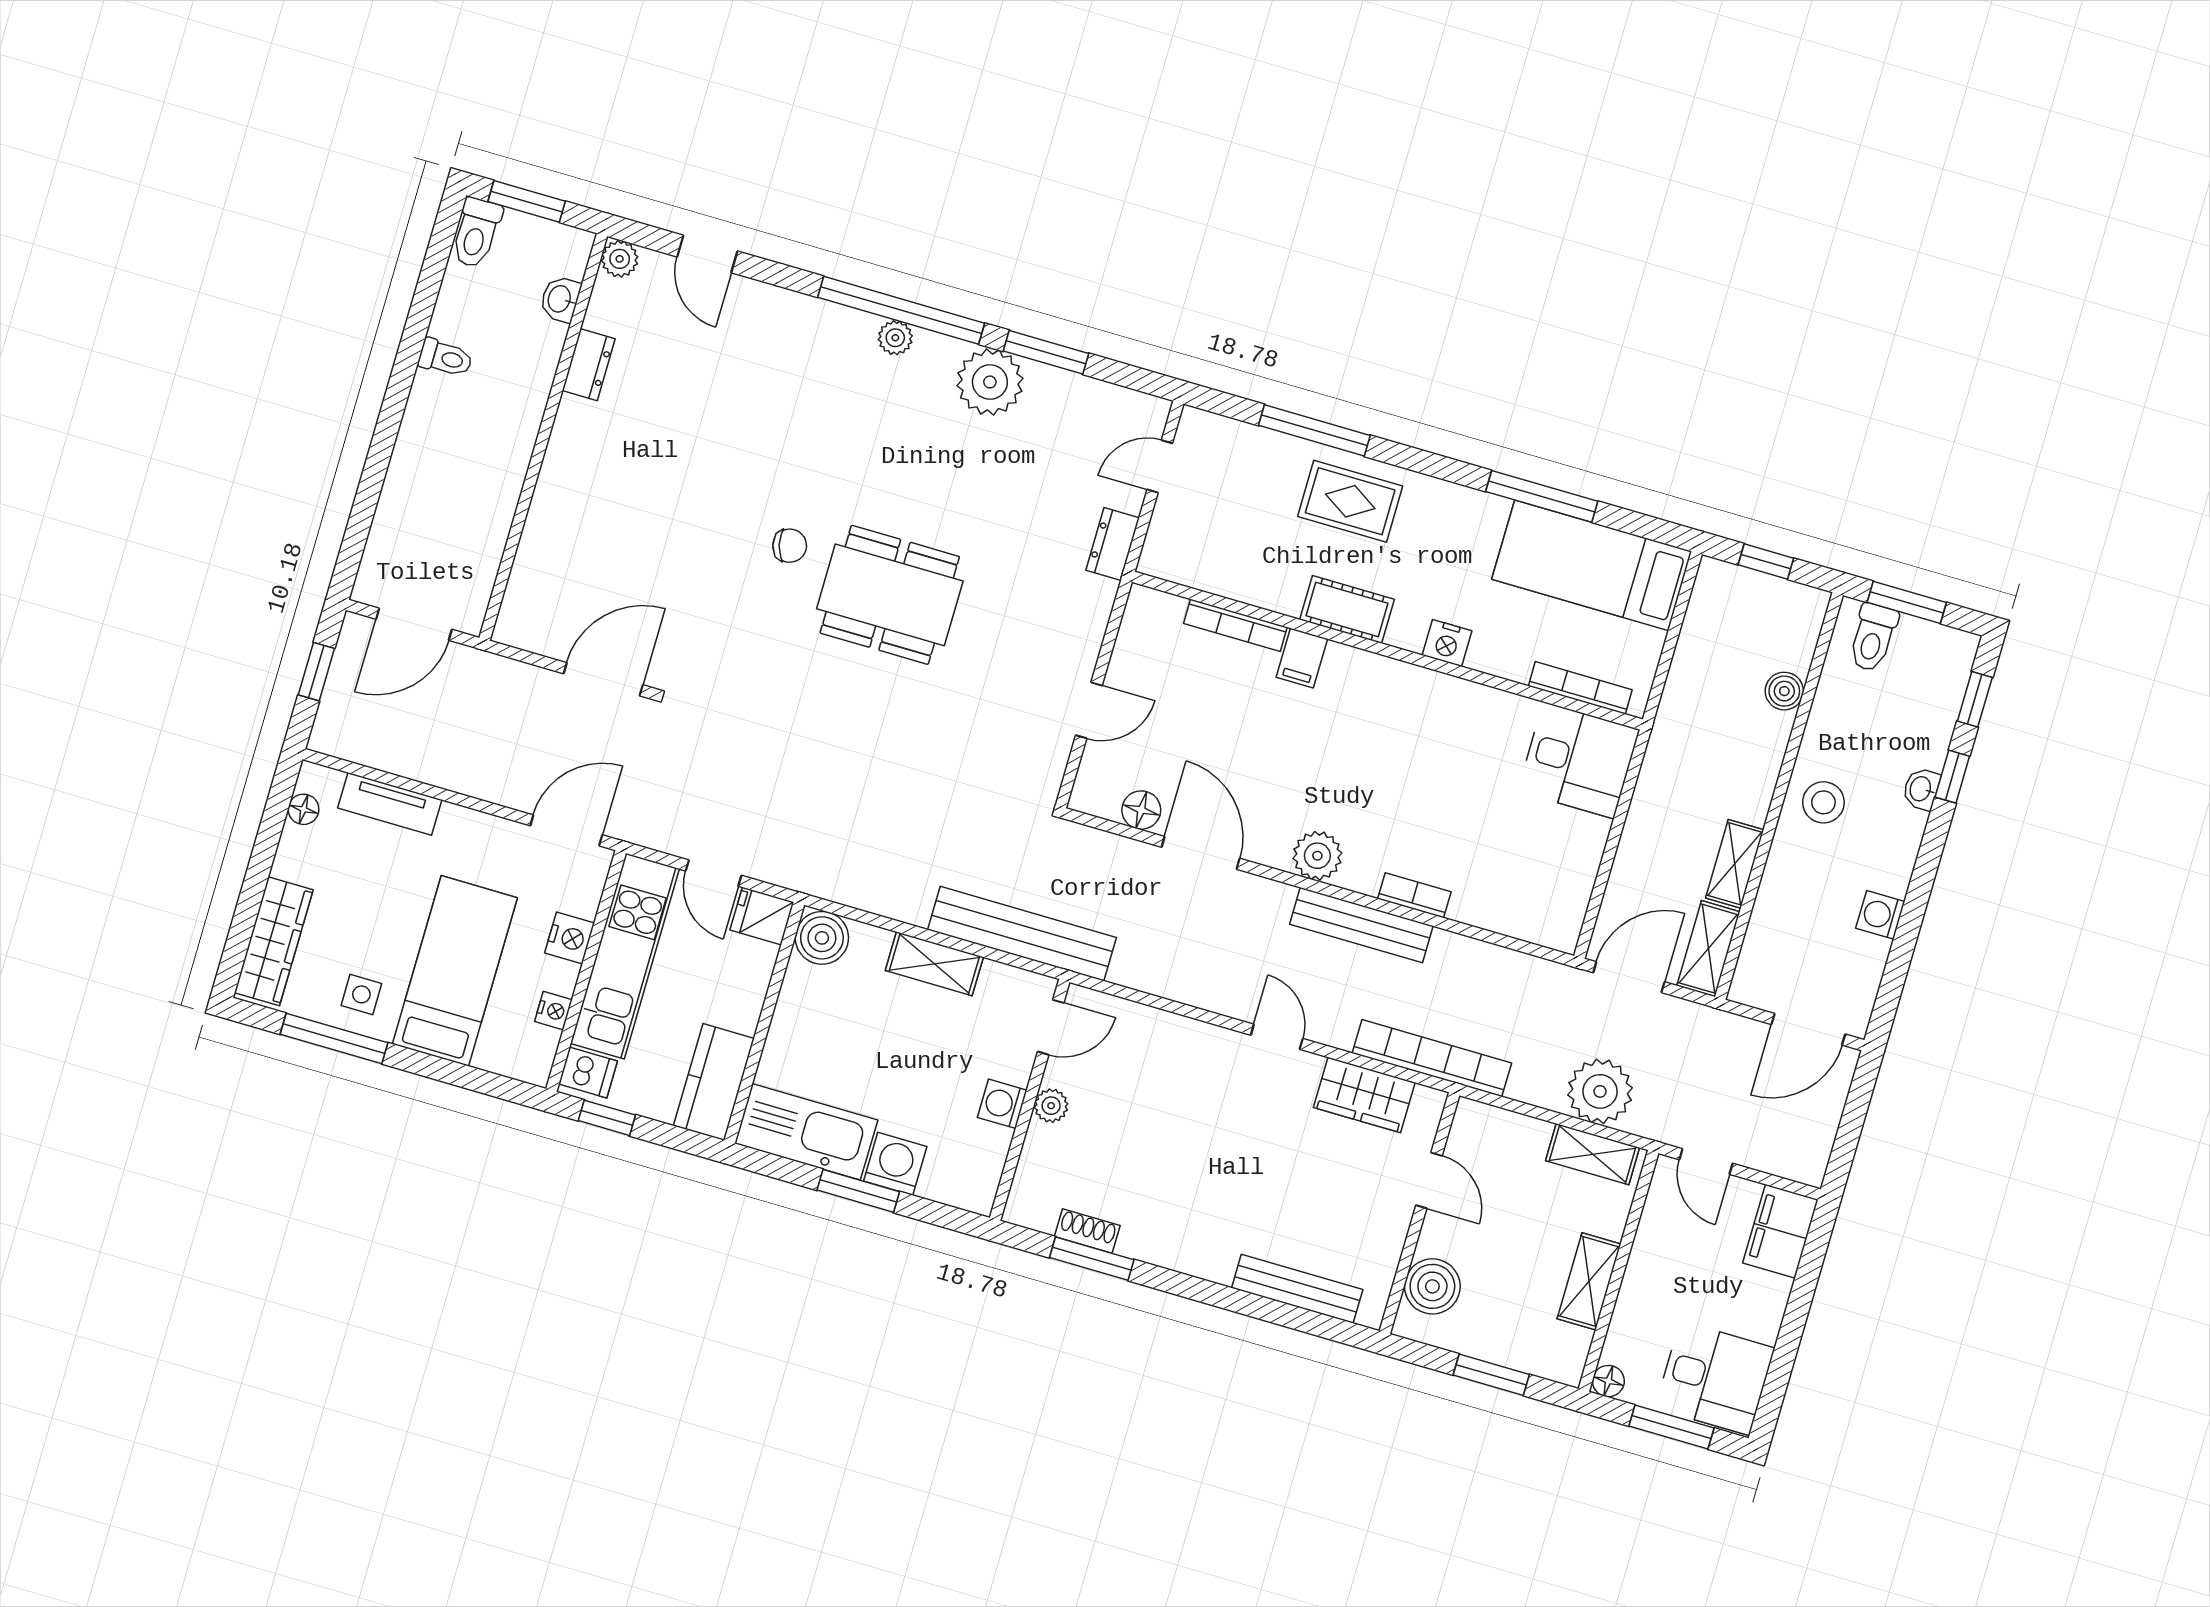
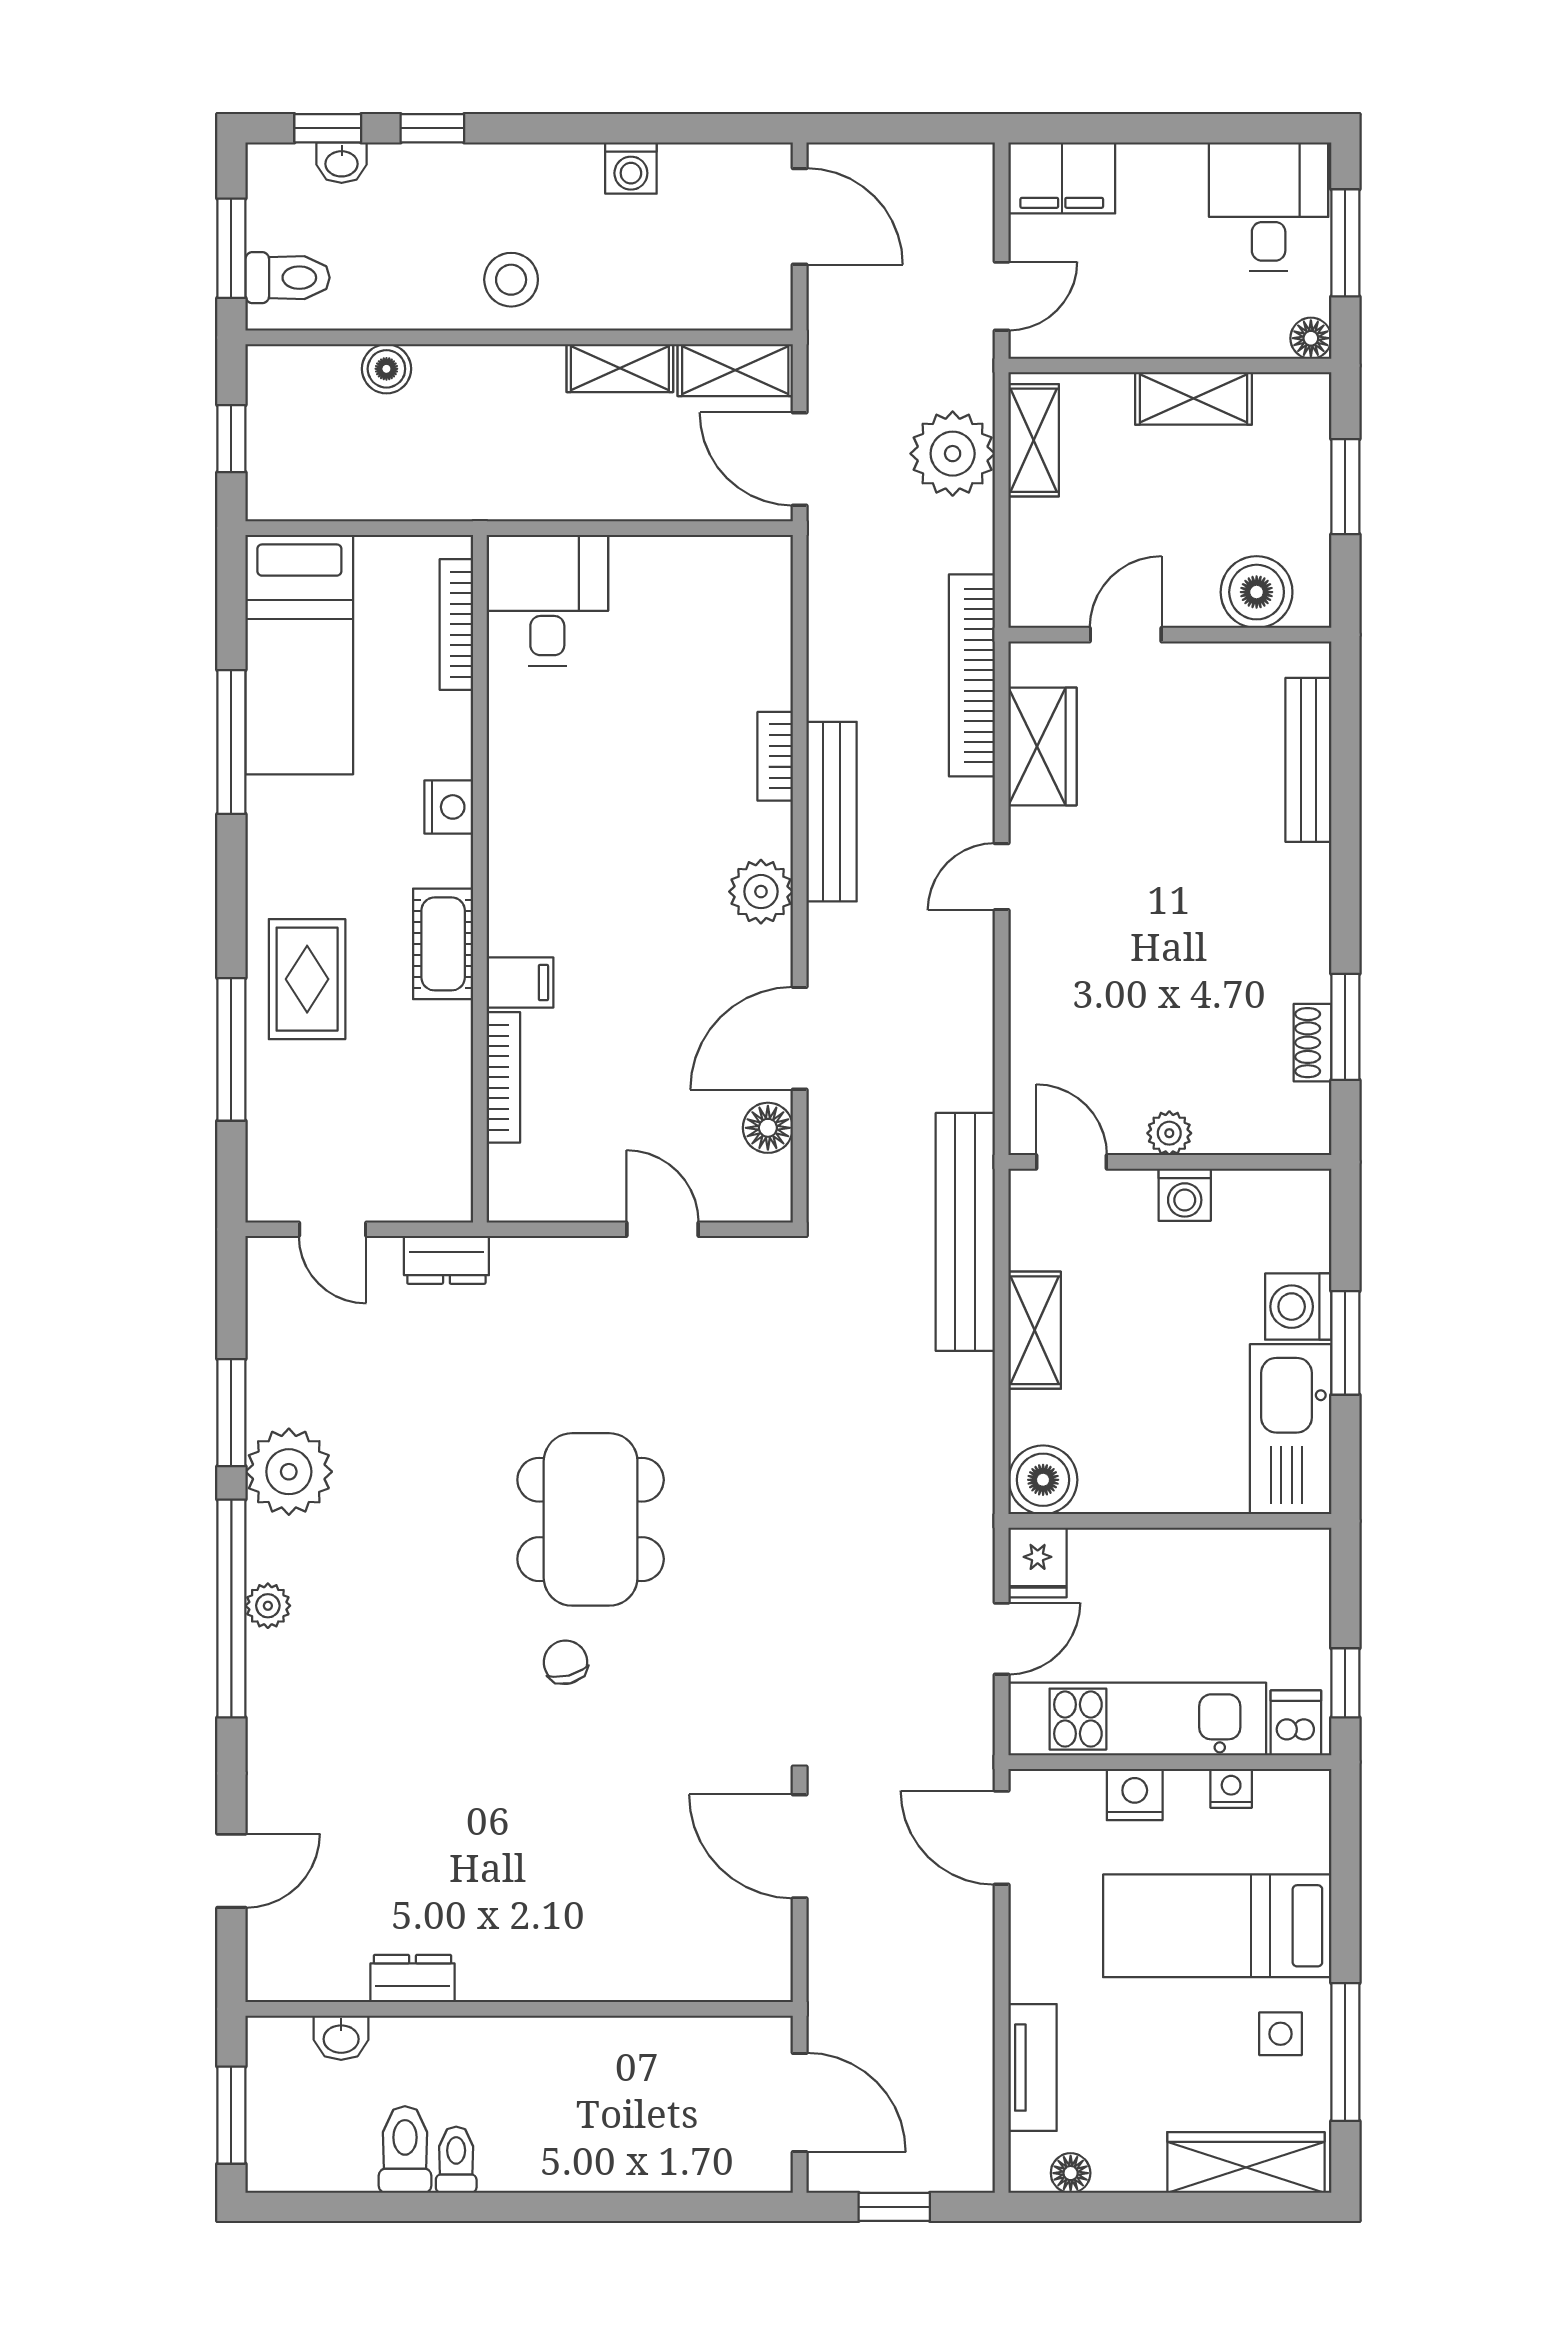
toilet: (476, 233) -> (405, 2150), moved, turned -90
plant: (620, 259) -> (269, 1978), removed
washbasin: (1921, 789) -> (342, 163), moved
kitchen counter: (714, 1082) -> (1262, 1562), removed

